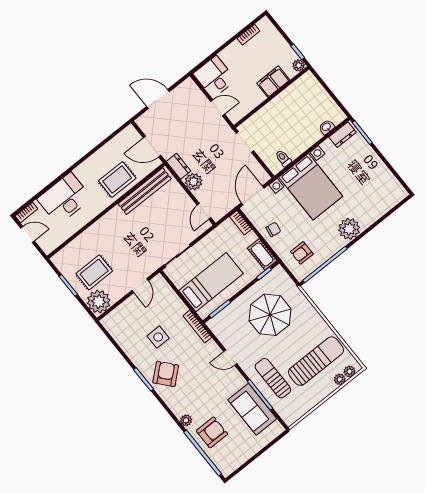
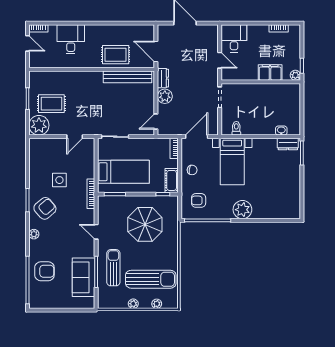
bed with nightstands: (311, 187) -> (232, 161), width x0.73
desk: (64, 199) -> (71, 39), width x0.73
plant: (350, 371) -> (133, 304), moved
plant: (186, 420) -> (34, 234), moved

